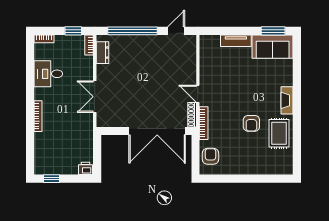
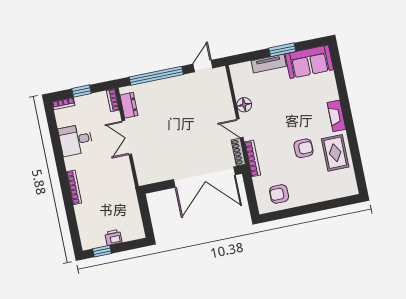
window: (73, 31) -> (82, 91), moved
window: (273, 31) -> (282, 50), moved
floor lamp: (206, 73) -> (244, 105), added
double door: (95, 97) -> (127, 138), moved
armchair: (251, 123) -> (303, 148), turned -90
armchair: (210, 156) -> (279, 194), moved, turned -90
printer: (85, 168) -> (113, 237), moved

